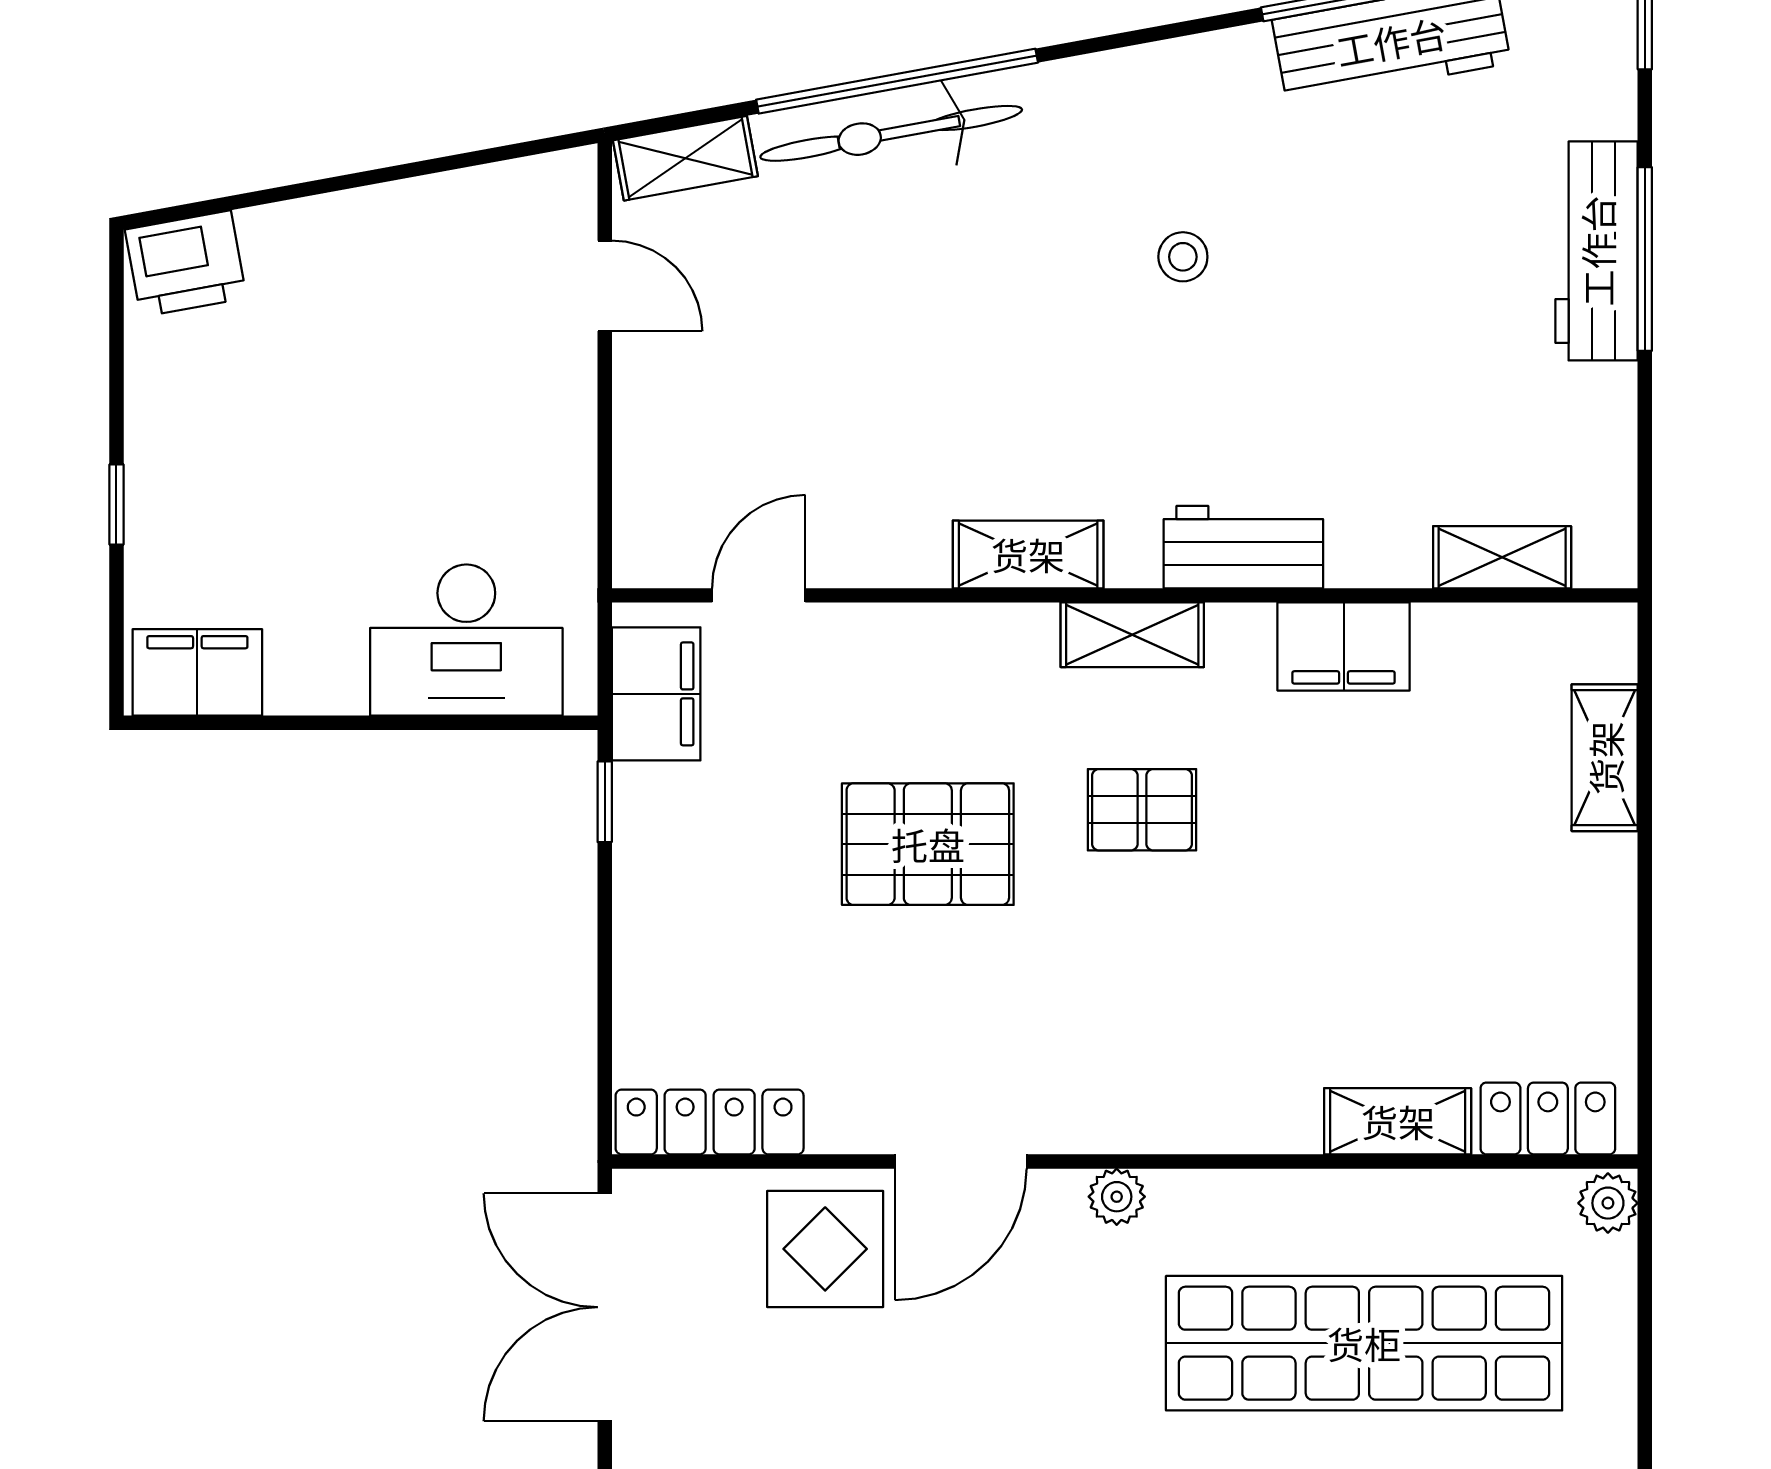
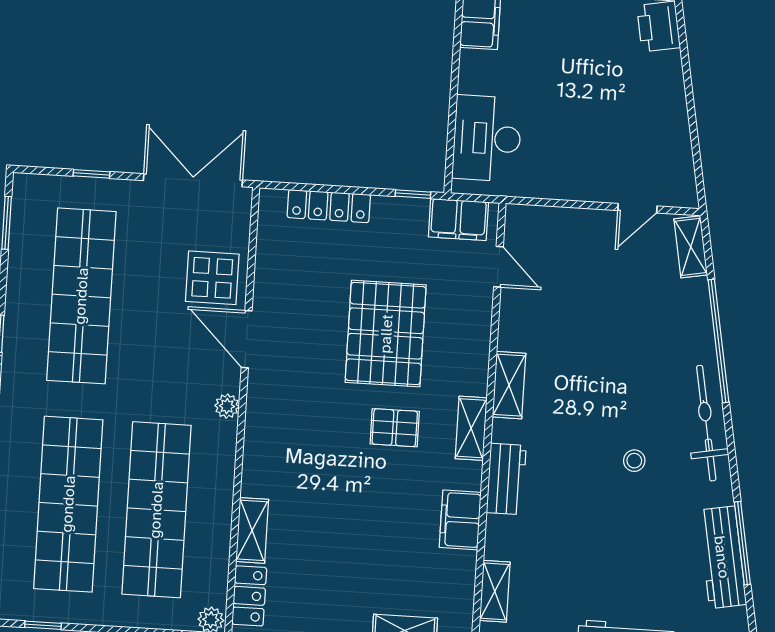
bicycle: (891, 133) -> (706, 423), moved
pallet: (1142, 810) -> (395, 428), turned 90
pallet: (928, 844) -> (386, 334), width x1.37, depth x1.41
locker: (710, 1122) -> (329, 206), moved, turned 90

